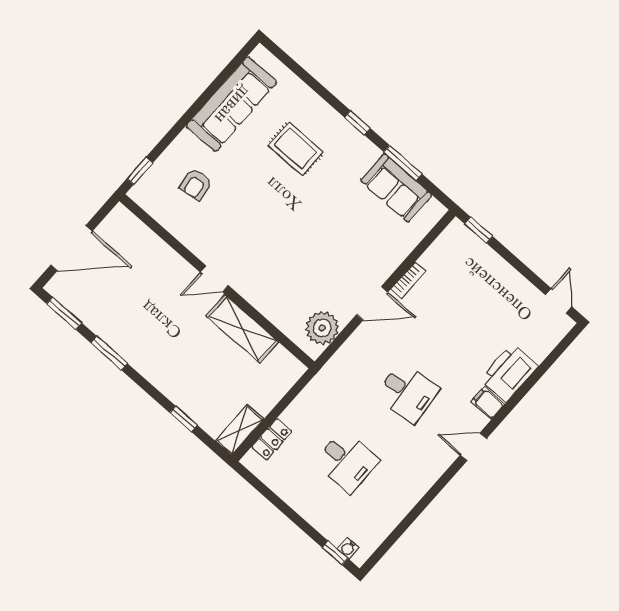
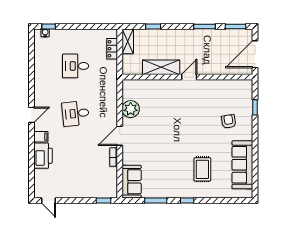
rug: (296, 149) -> (202, 169), turned 90
sofa: (396, 188) -> (132, 182), moved, turned 90
door: (214, 279) -> (189, 77), moved
wall: (217, 281) -> (187, 77), moved
shelving: (242, 329) -> (161, 67), moved

